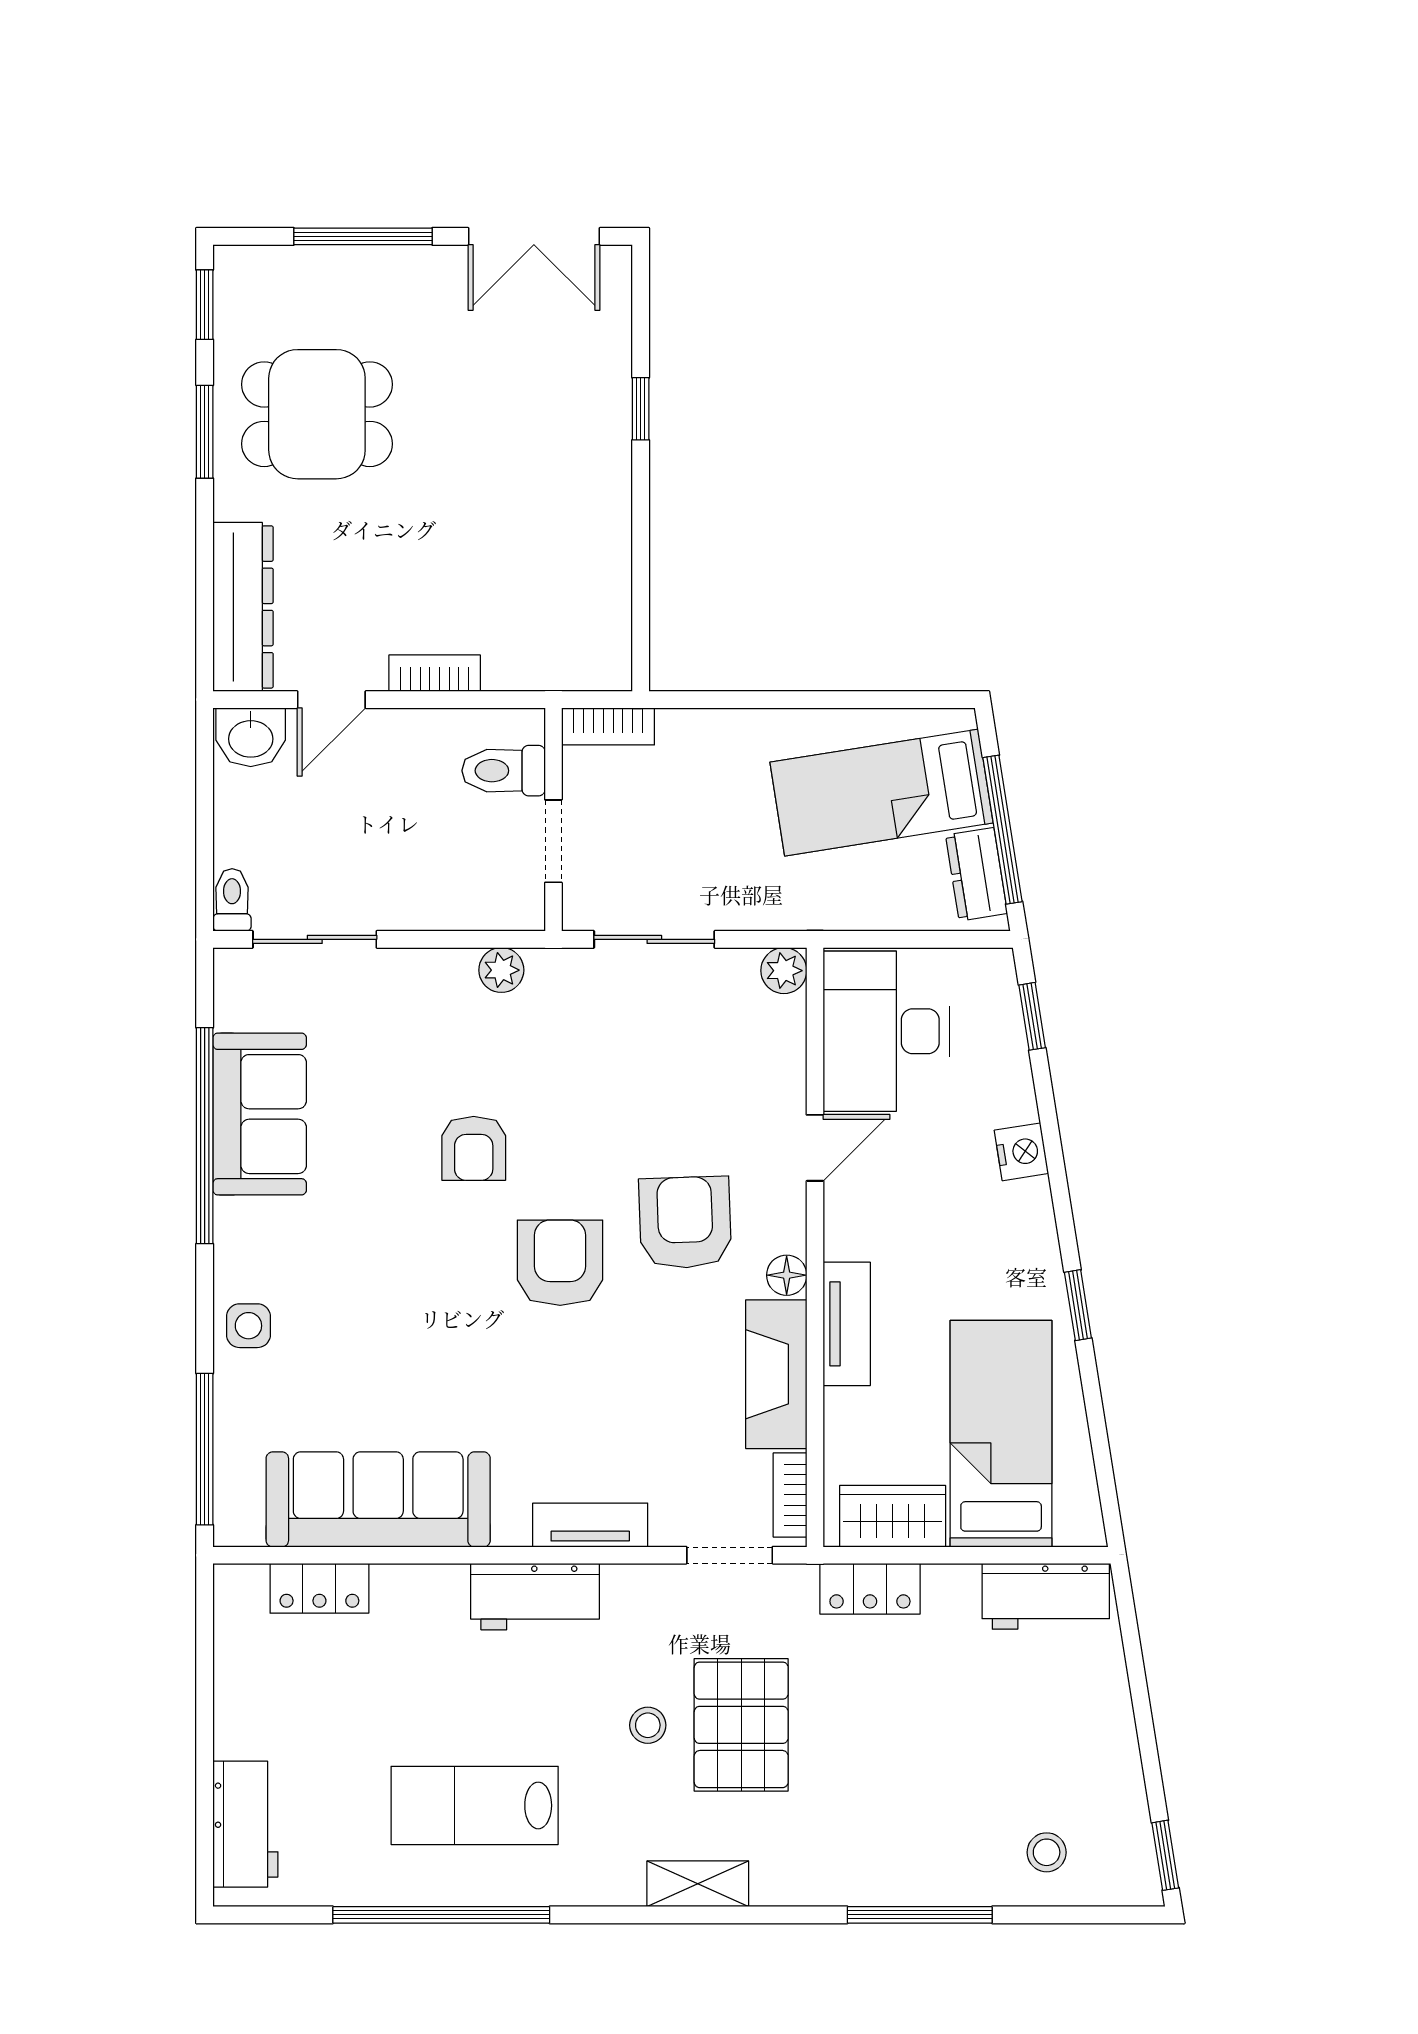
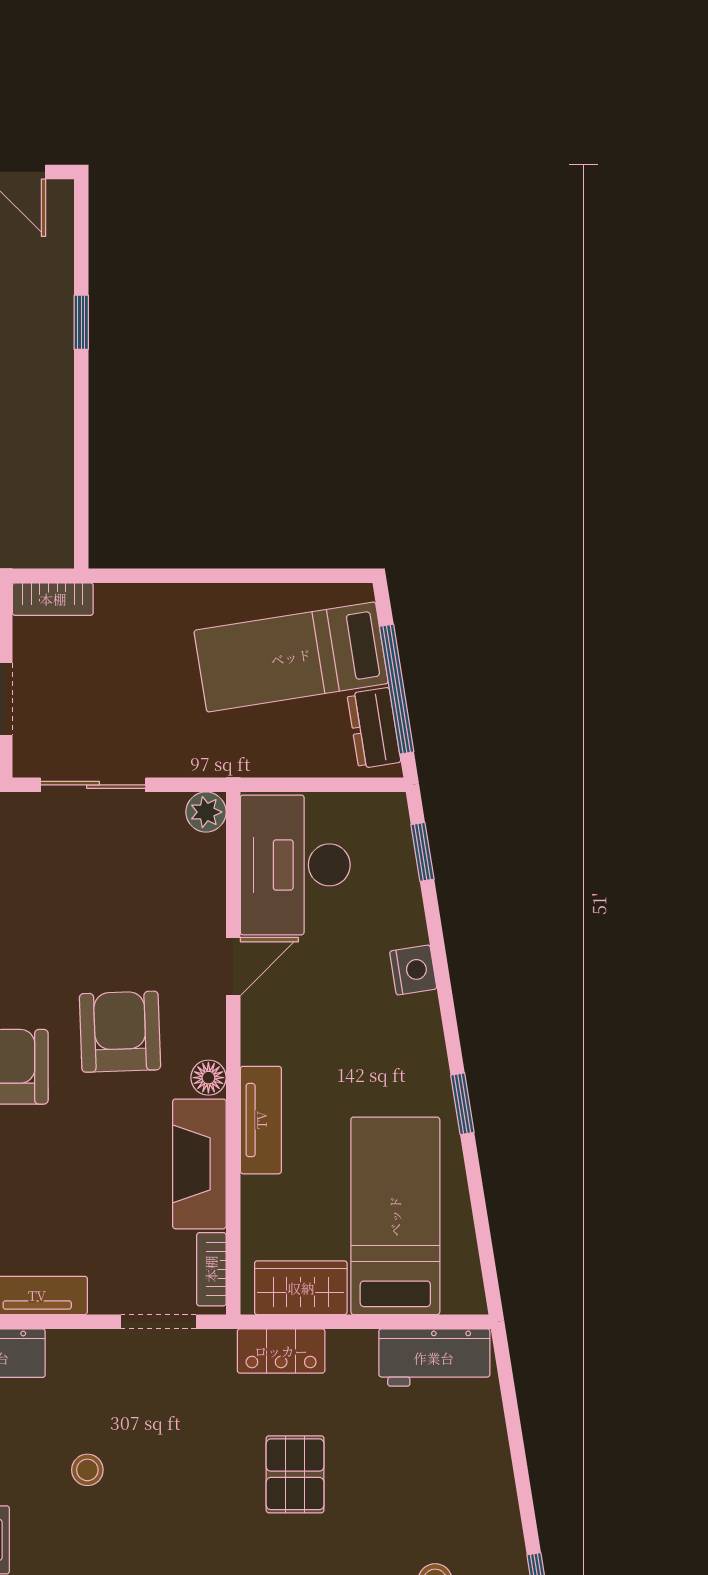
pallet: (741, 1725) -> (295, 1474), moved, width x0.67, depth x0.71

